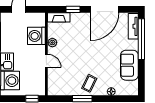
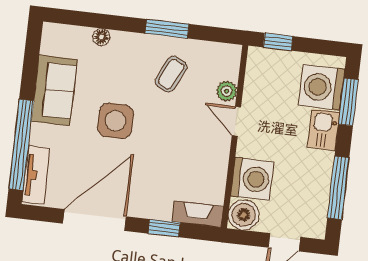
boiler: (38, 19) -> (244, 215), added
plant: (52, 43) -> (227, 91), moved
side table: (100, 55) -> (116, 121), added
coffee table: (89, 83) -> (171, 74), moved

